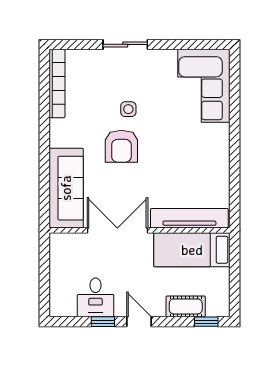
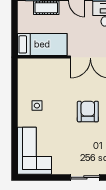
side table: (128, 109) -> (37, 106), moved
tv unit: (189, 218) -> (44, 65), removed

